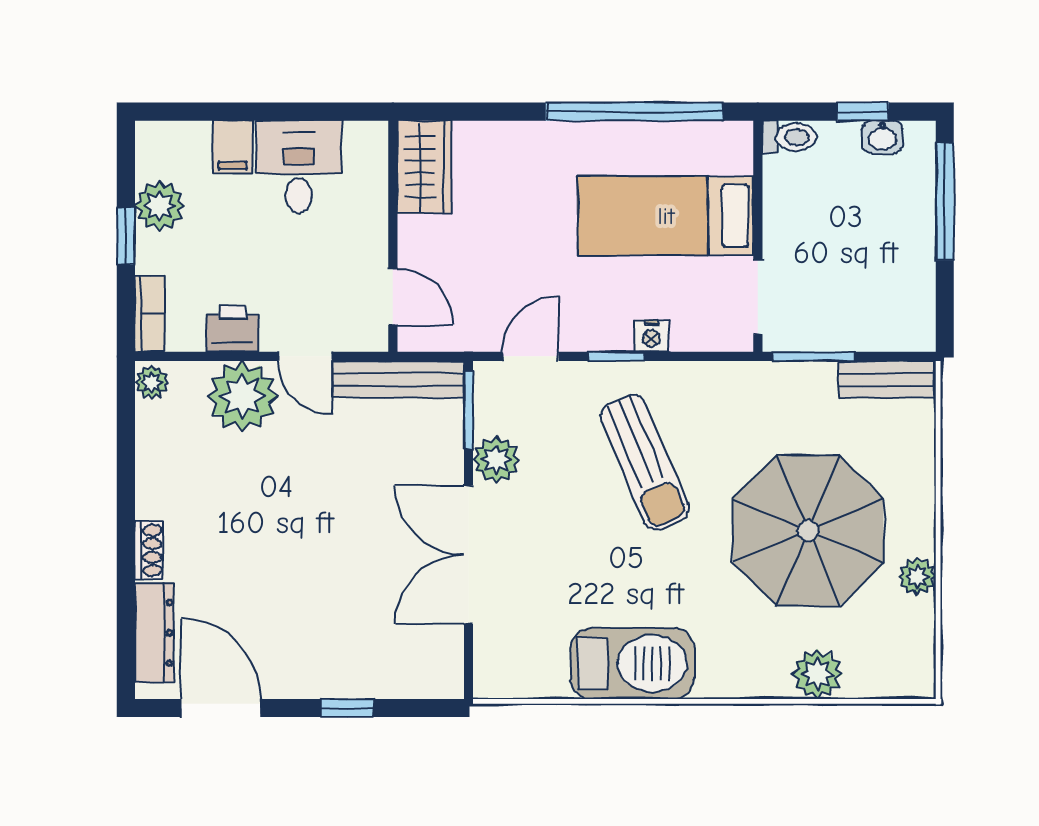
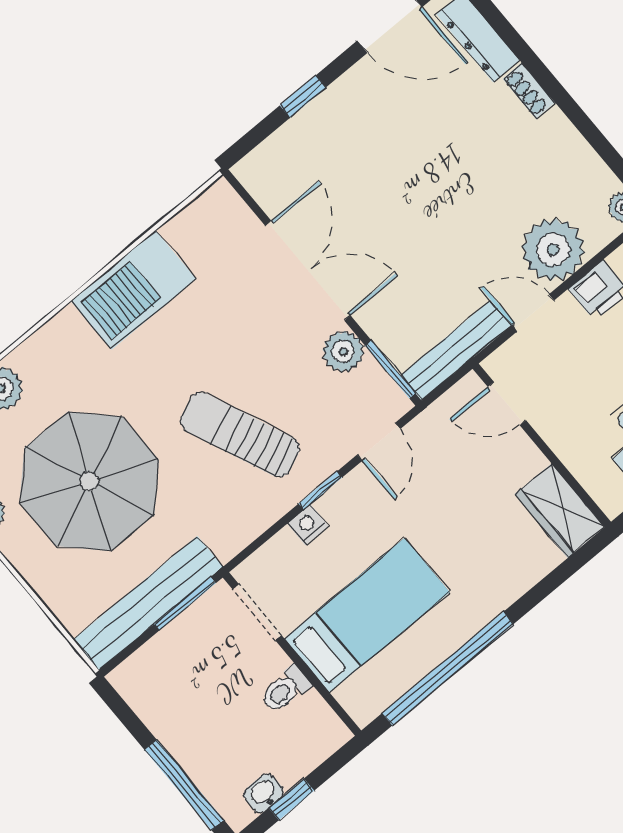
toilet: (789, 137) -> (285, 689), moved
bench: (887, 379) -> (148, 603), width x1.86, depth x1.21

